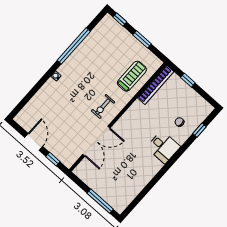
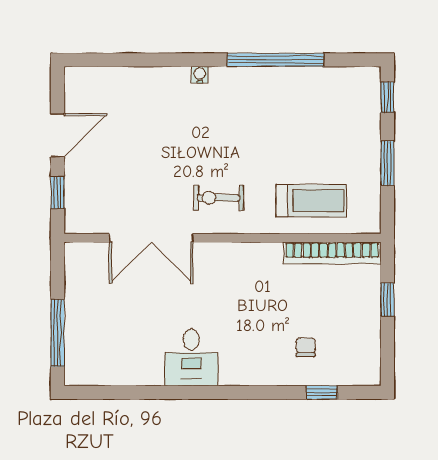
desk: (163, 147) -> (191, 357), moved

